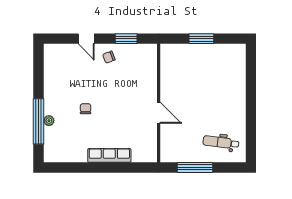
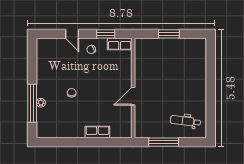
row of seats: (143, 51) -> (120, 44), added
door: (159, 113) -> (133, 96), swing flipped
row of seats: (109, 155) -> (97, 132), width x0.68

